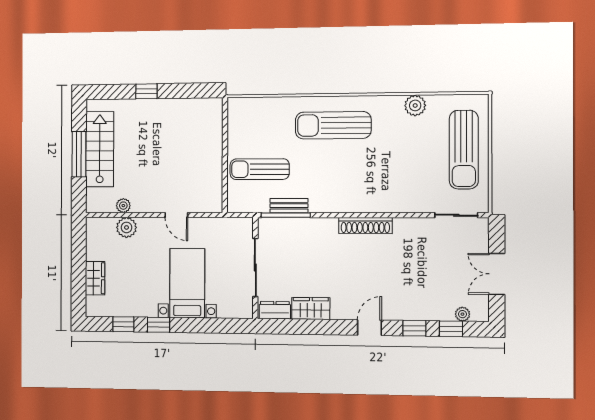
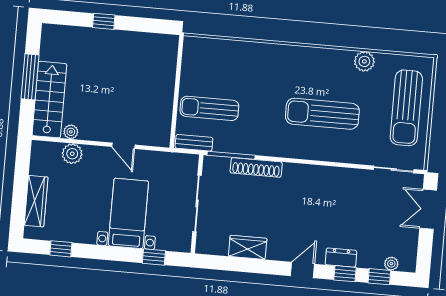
sun lounger: (333, 125) -> (322, 114), moved
stairs: (100, 149) -> (49, 100), moved
bench: (289, 206) -> (194, 143), moved
shoe rack: (365, 226) -> (256, 167), moved
double door: (497, 274) -> (428, 209), moved
wardrobe: (95, 278) -> (36, 201), width x1.50
dresser: (275, 310) -> (341, 258), moved
window: (158, 325) -> (154, 257), moved

